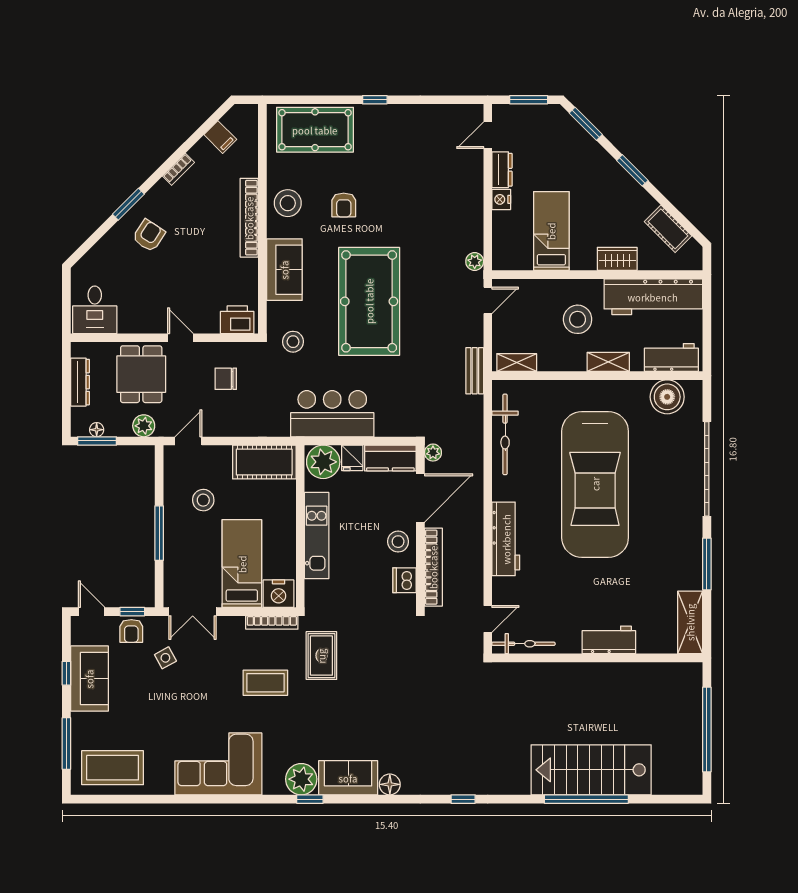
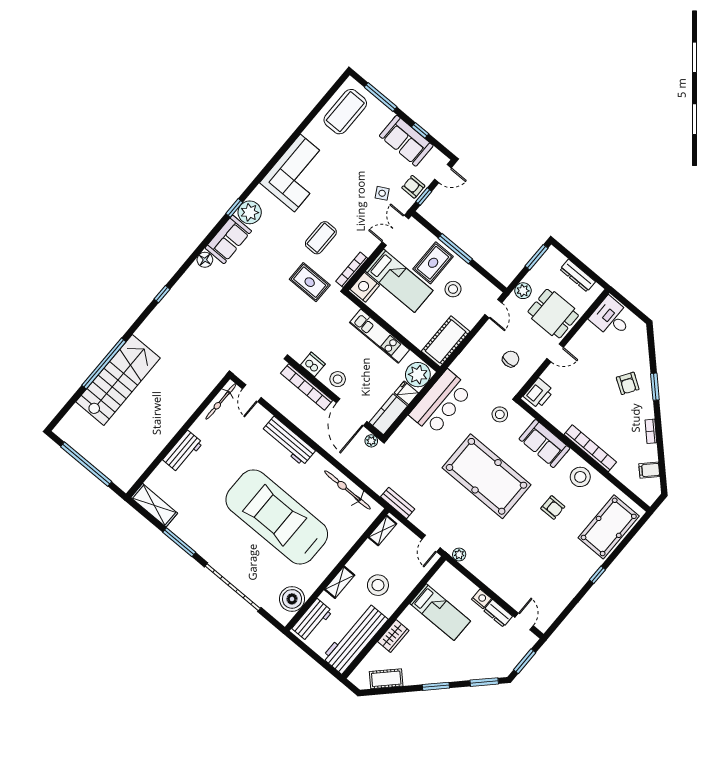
armchair: (344, 205) -> (553, 508), turned 180
floor lamp: (97, 430) -> (543, 262), removed
rug: (193, 544) -> (433, 263), added

